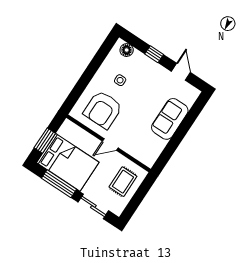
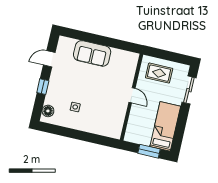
armchair: (103, 110) -> (105, 112), removed
bed: (68, 162) -> (165, 126), width x0.67
window: (59, 184) -> (181, 126), removed

